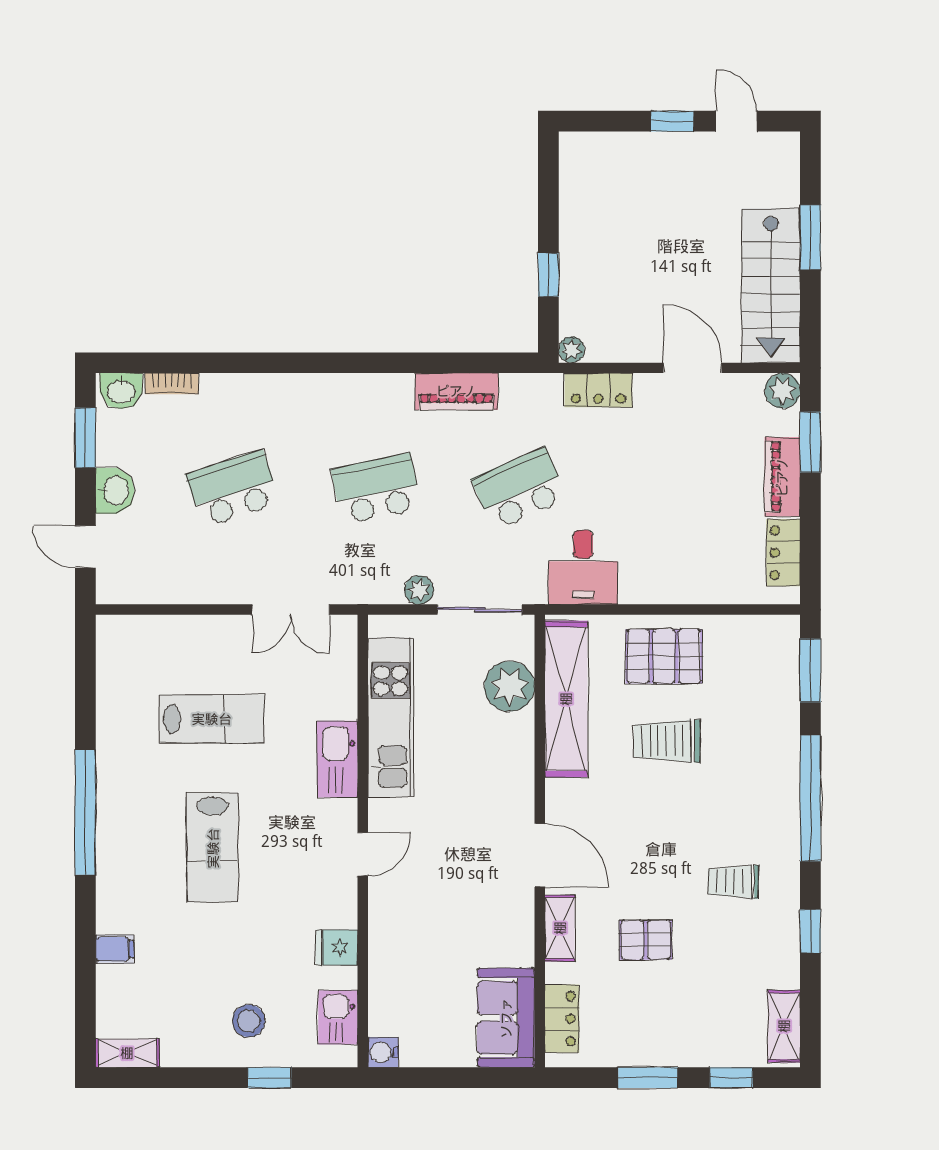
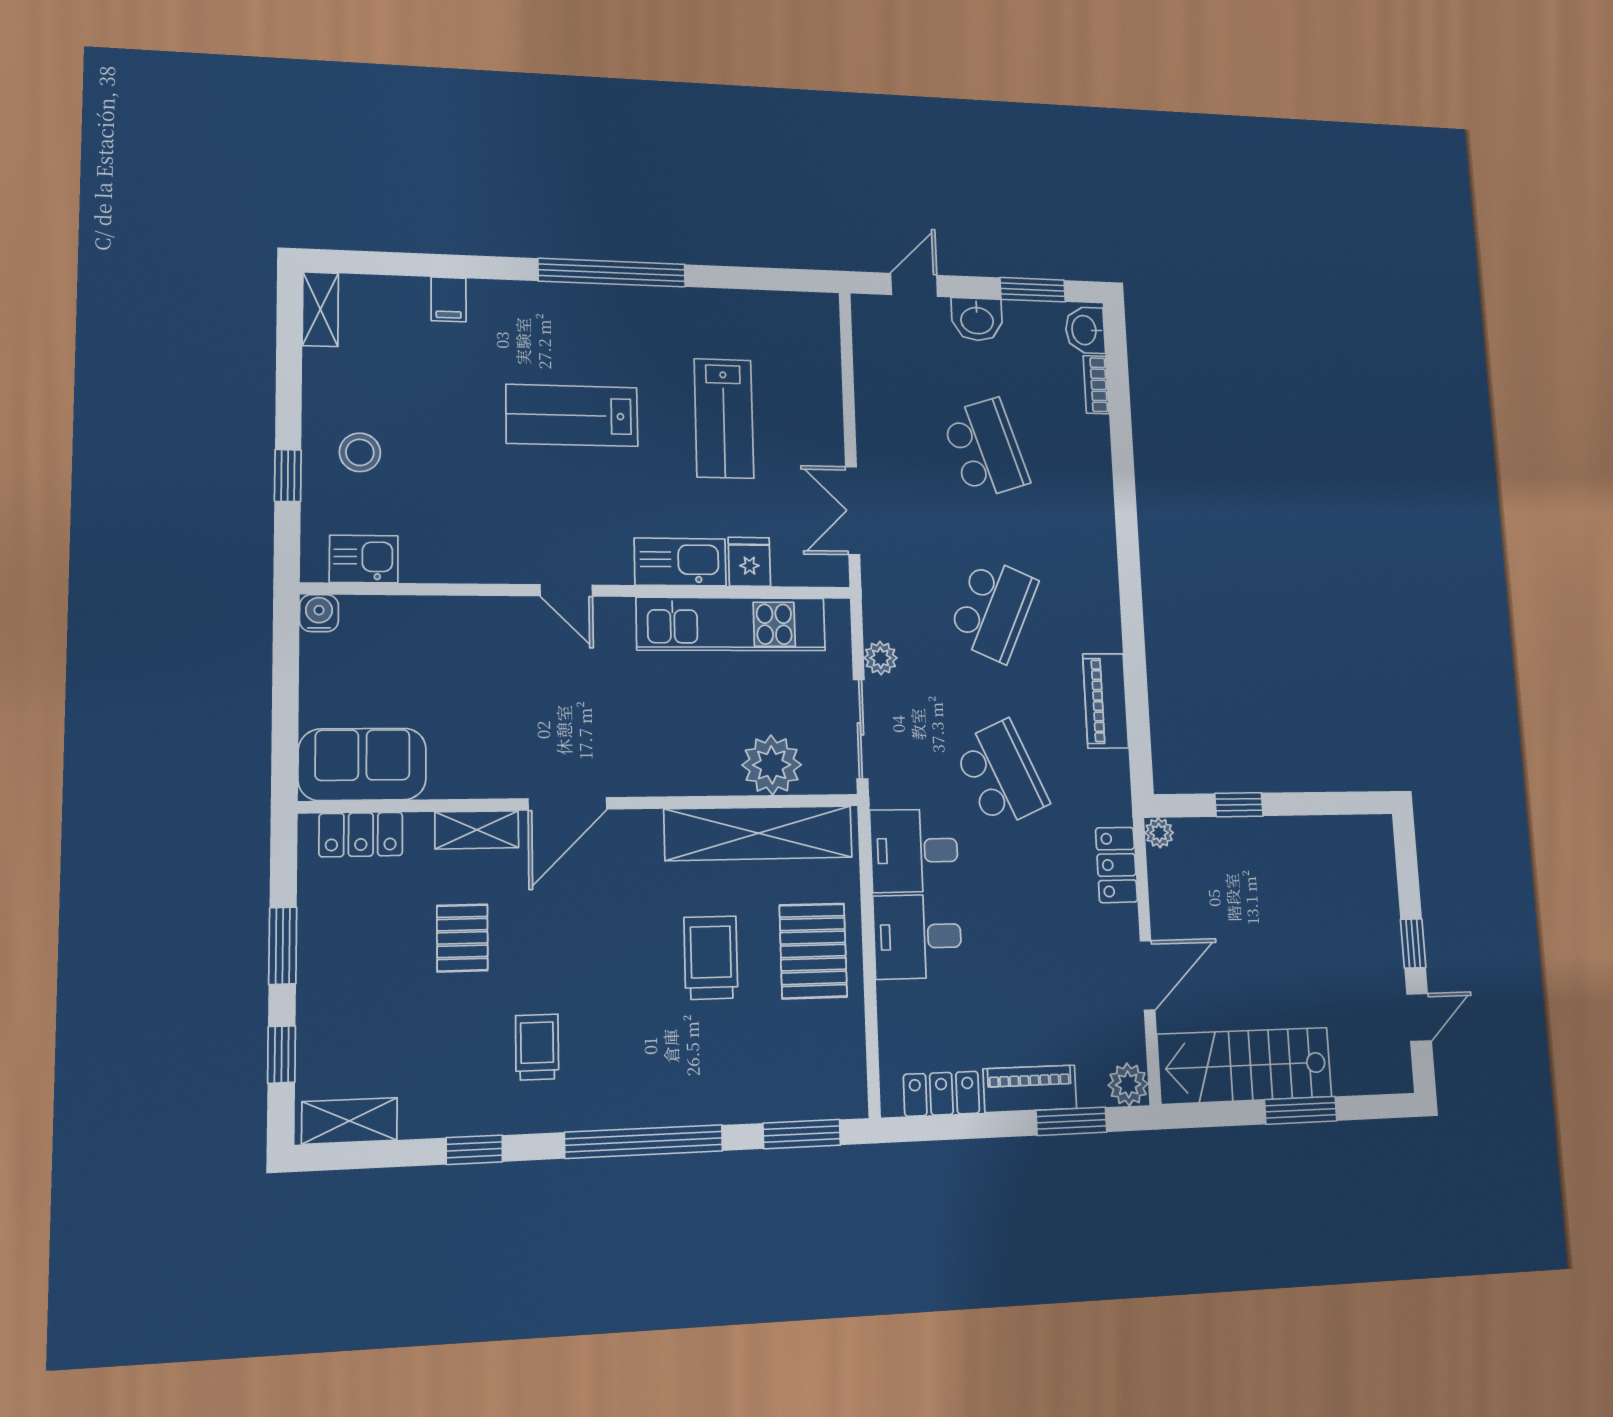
school desk: (376, 489) -> (993, 609), turned 36
desk: (654, 567) -> (918, 937), added
fridge: (337, 948) -> (749, 562), moved

